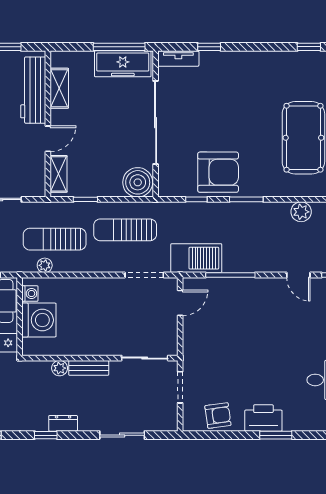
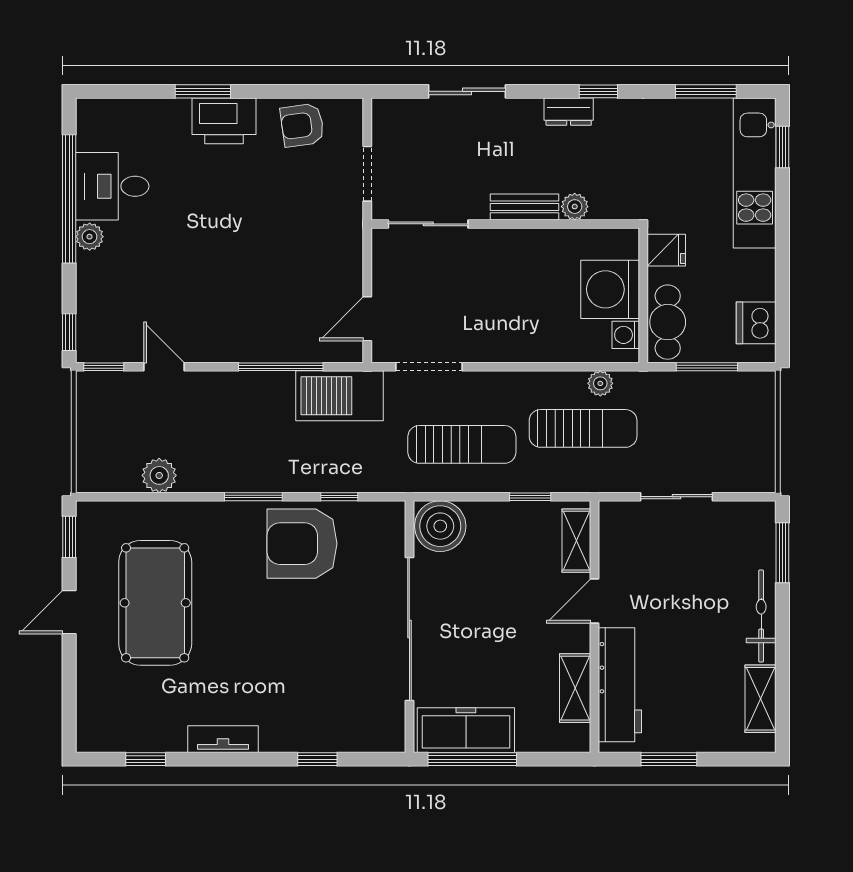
tv unit: (178, 59) -> (223, 739), moved

